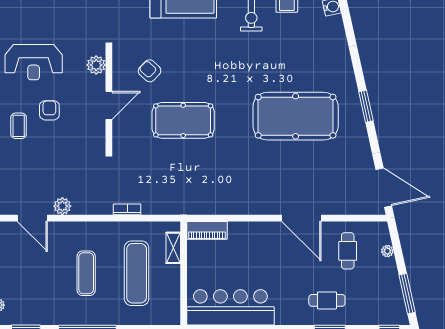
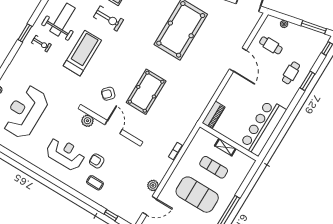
reception desk: (34, 62) -> (65, 154), turned -90
door: (301, 218) -> (238, 60), hinge flipped
shelving: (173, 248) -> (225, 147), moved
exercise mat: (86, 273) -> (197, 195), width x2.00, depth x1.45
exercise mat: (137, 273) -> (214, 167), width x0.73, depth x0.69

